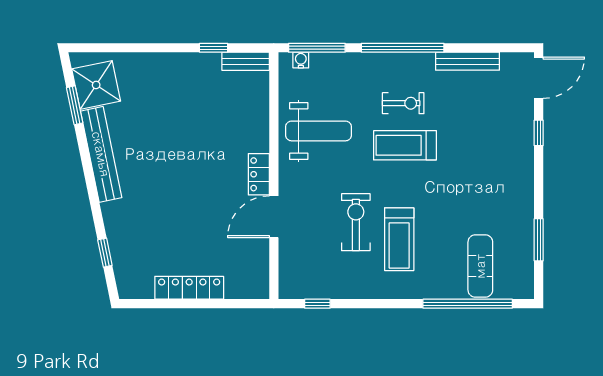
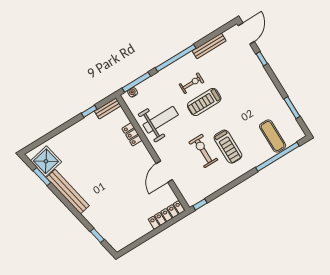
locker: (259, 174) -> (132, 134), moved
locker: (189, 288) -> (166, 215), moved
window: (317, 304) -> (200, 204), moved

